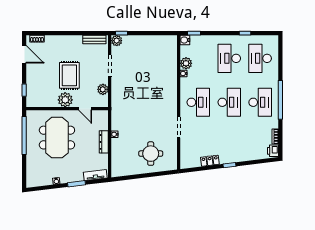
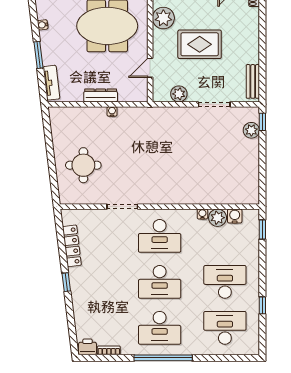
water cooler: (185, 40) -> (235, 216), moved
plant: (117, 41) -> (251, 130), moved
plant: (65, 100) -> (163, 18), moved
locker: (210, 161) -> (72, 246), width x1.53

